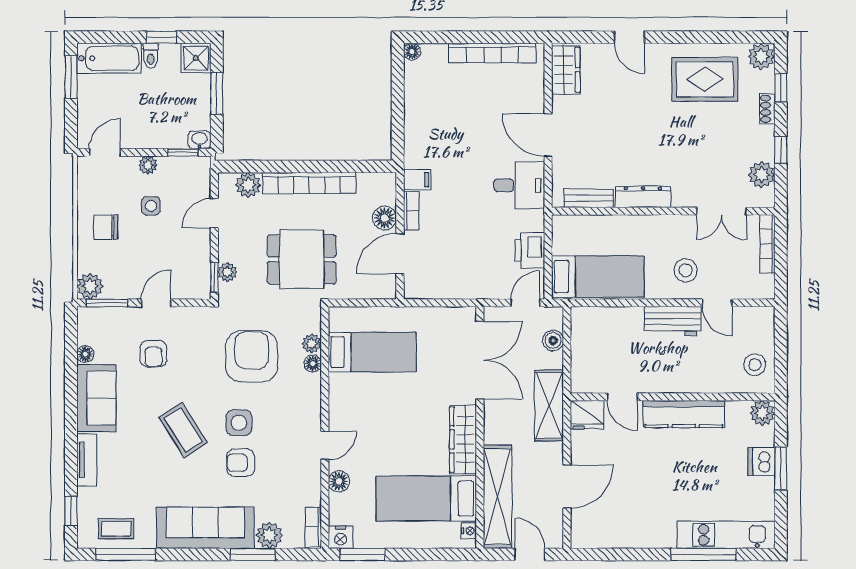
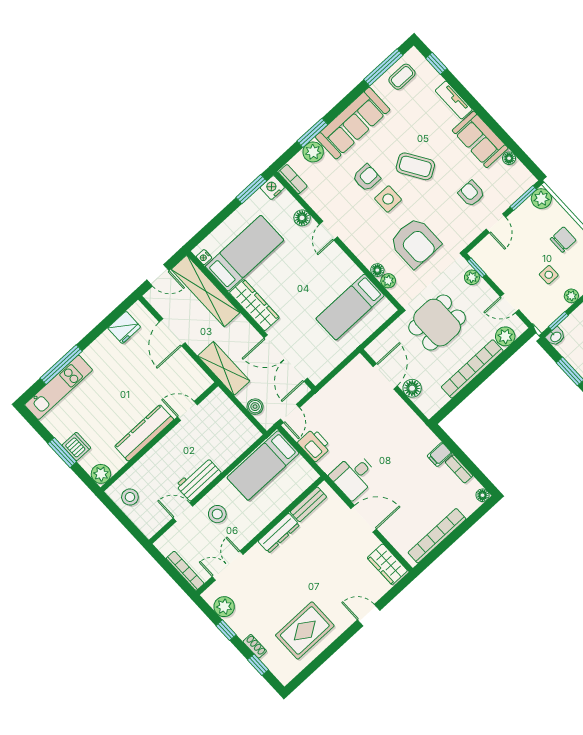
plant: (761, 57) -> (285, 672), removed
filing cabinet: (417, 180) -> (440, 454), moved
bookcase: (411, 211) -> (459, 469), moved
door: (214, 213) -> (510, 303), swing flipped
fridge: (587, 415) -> (124, 327), moved, turned 180

